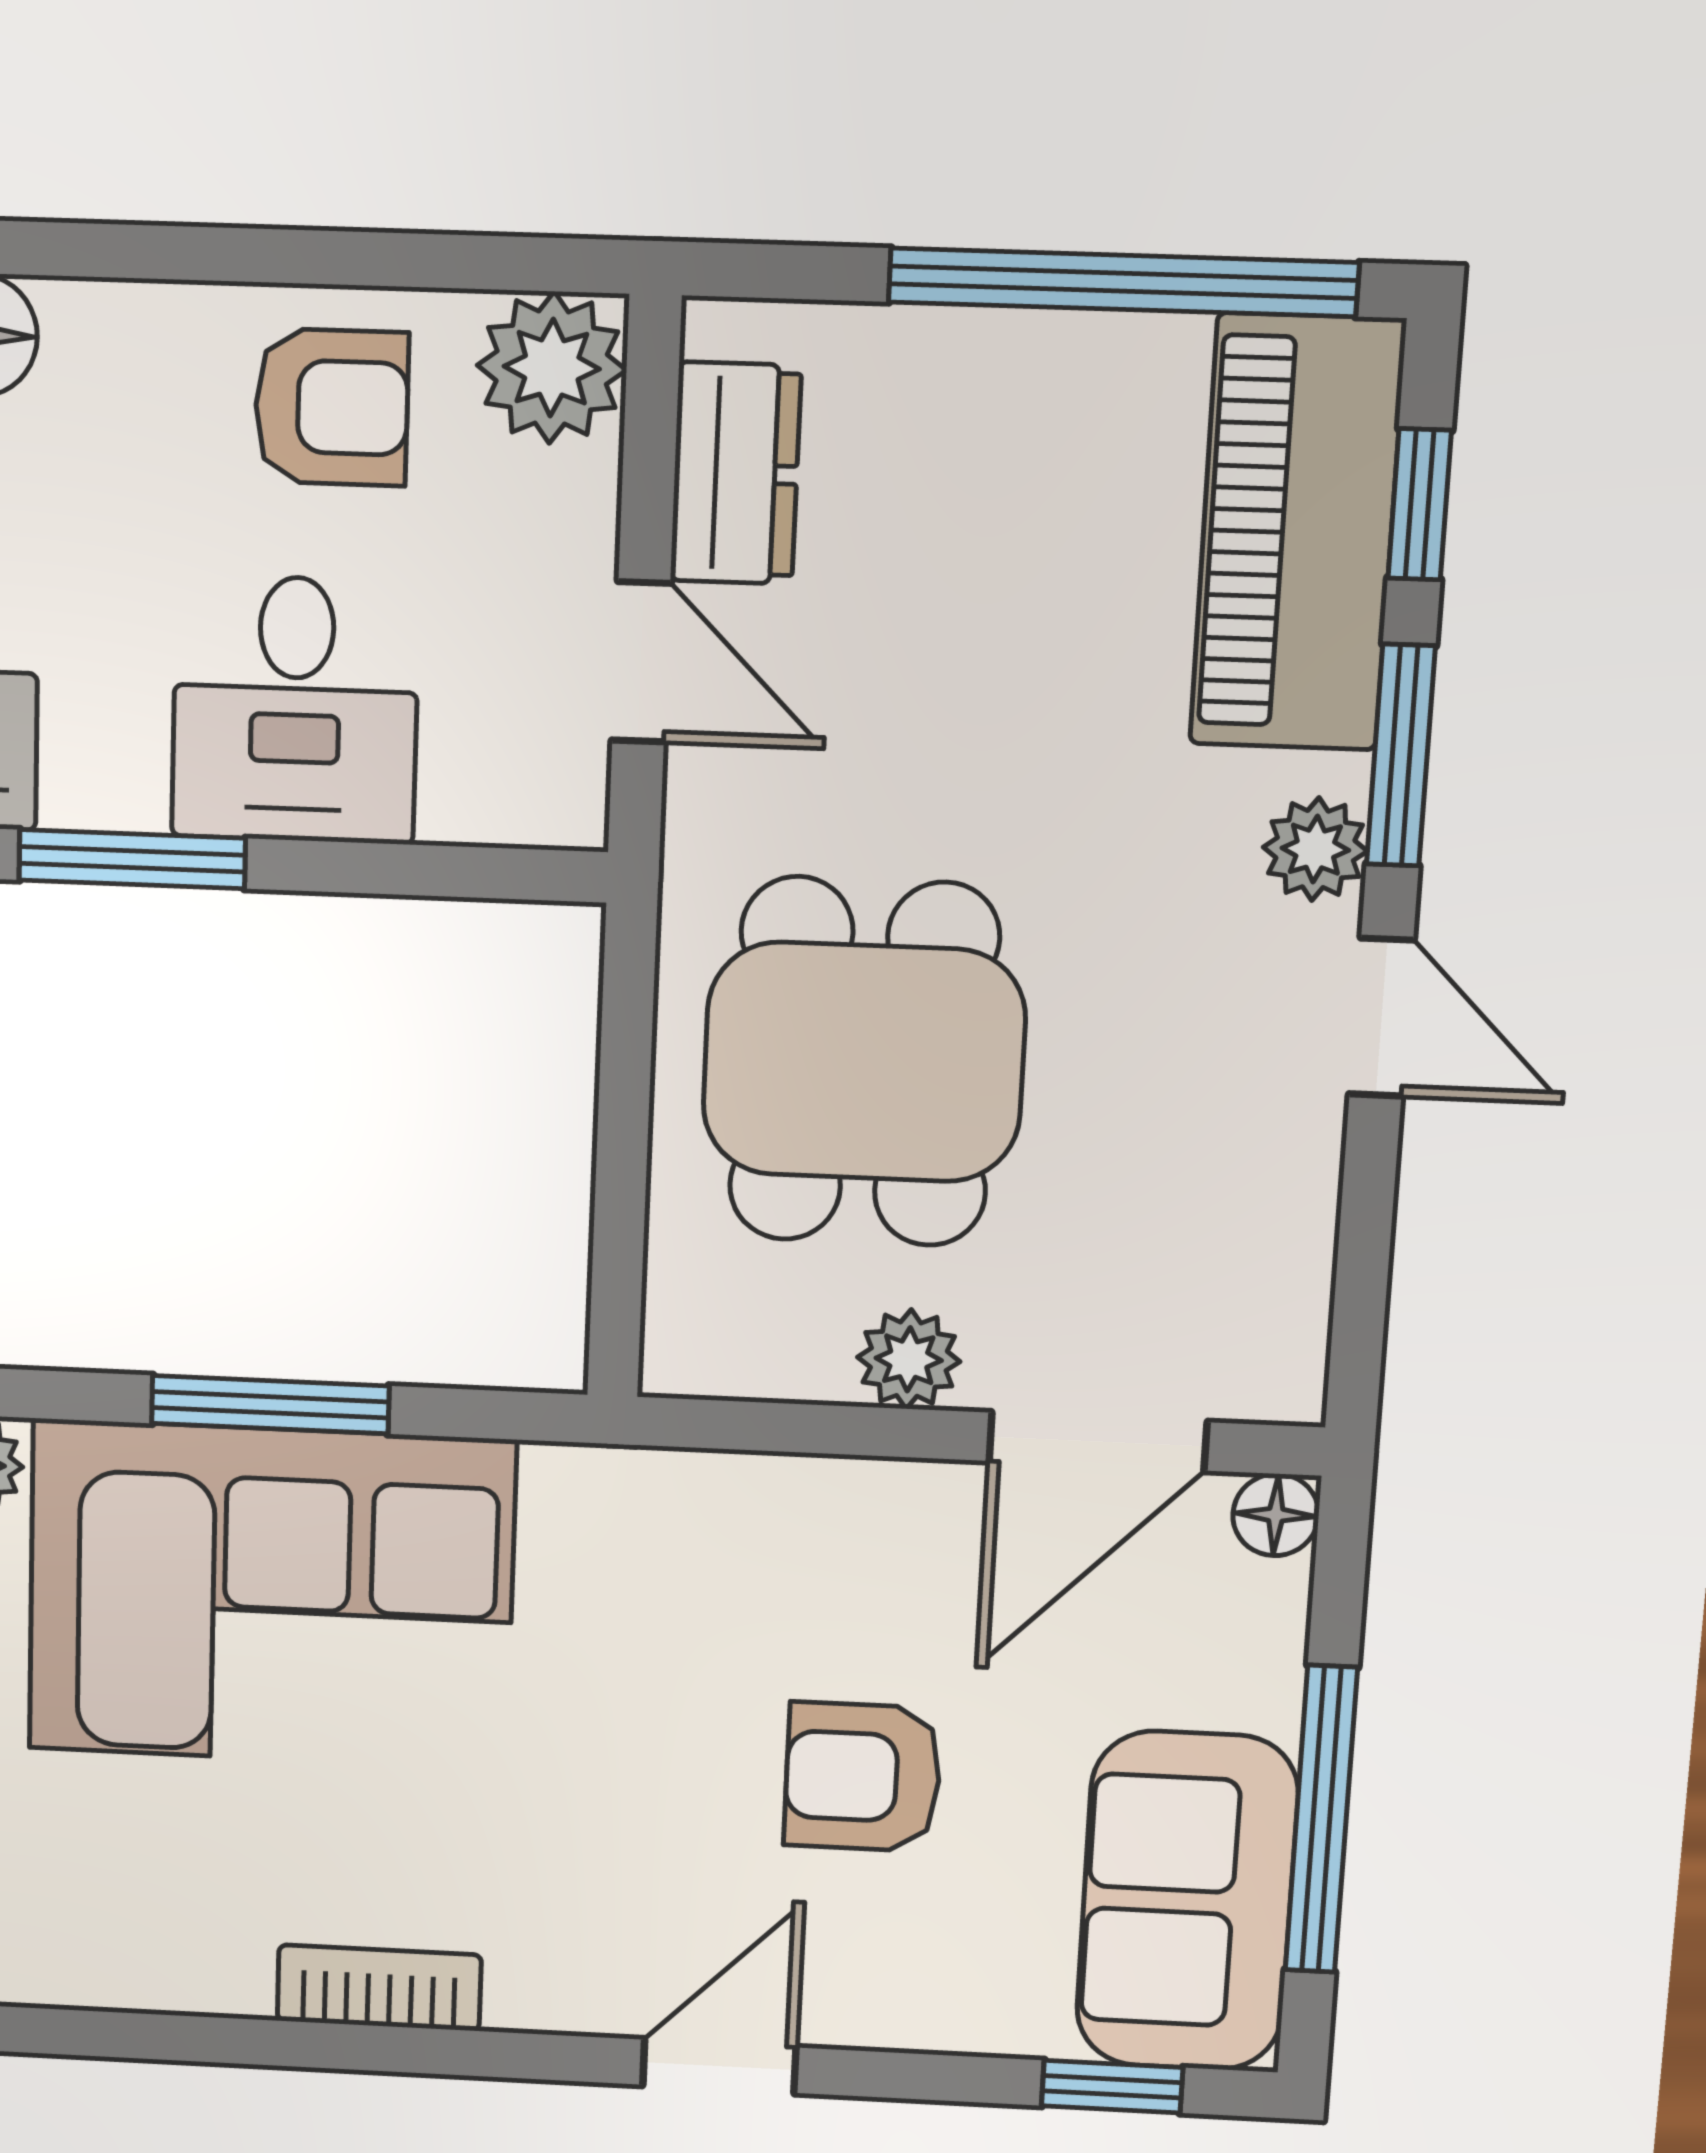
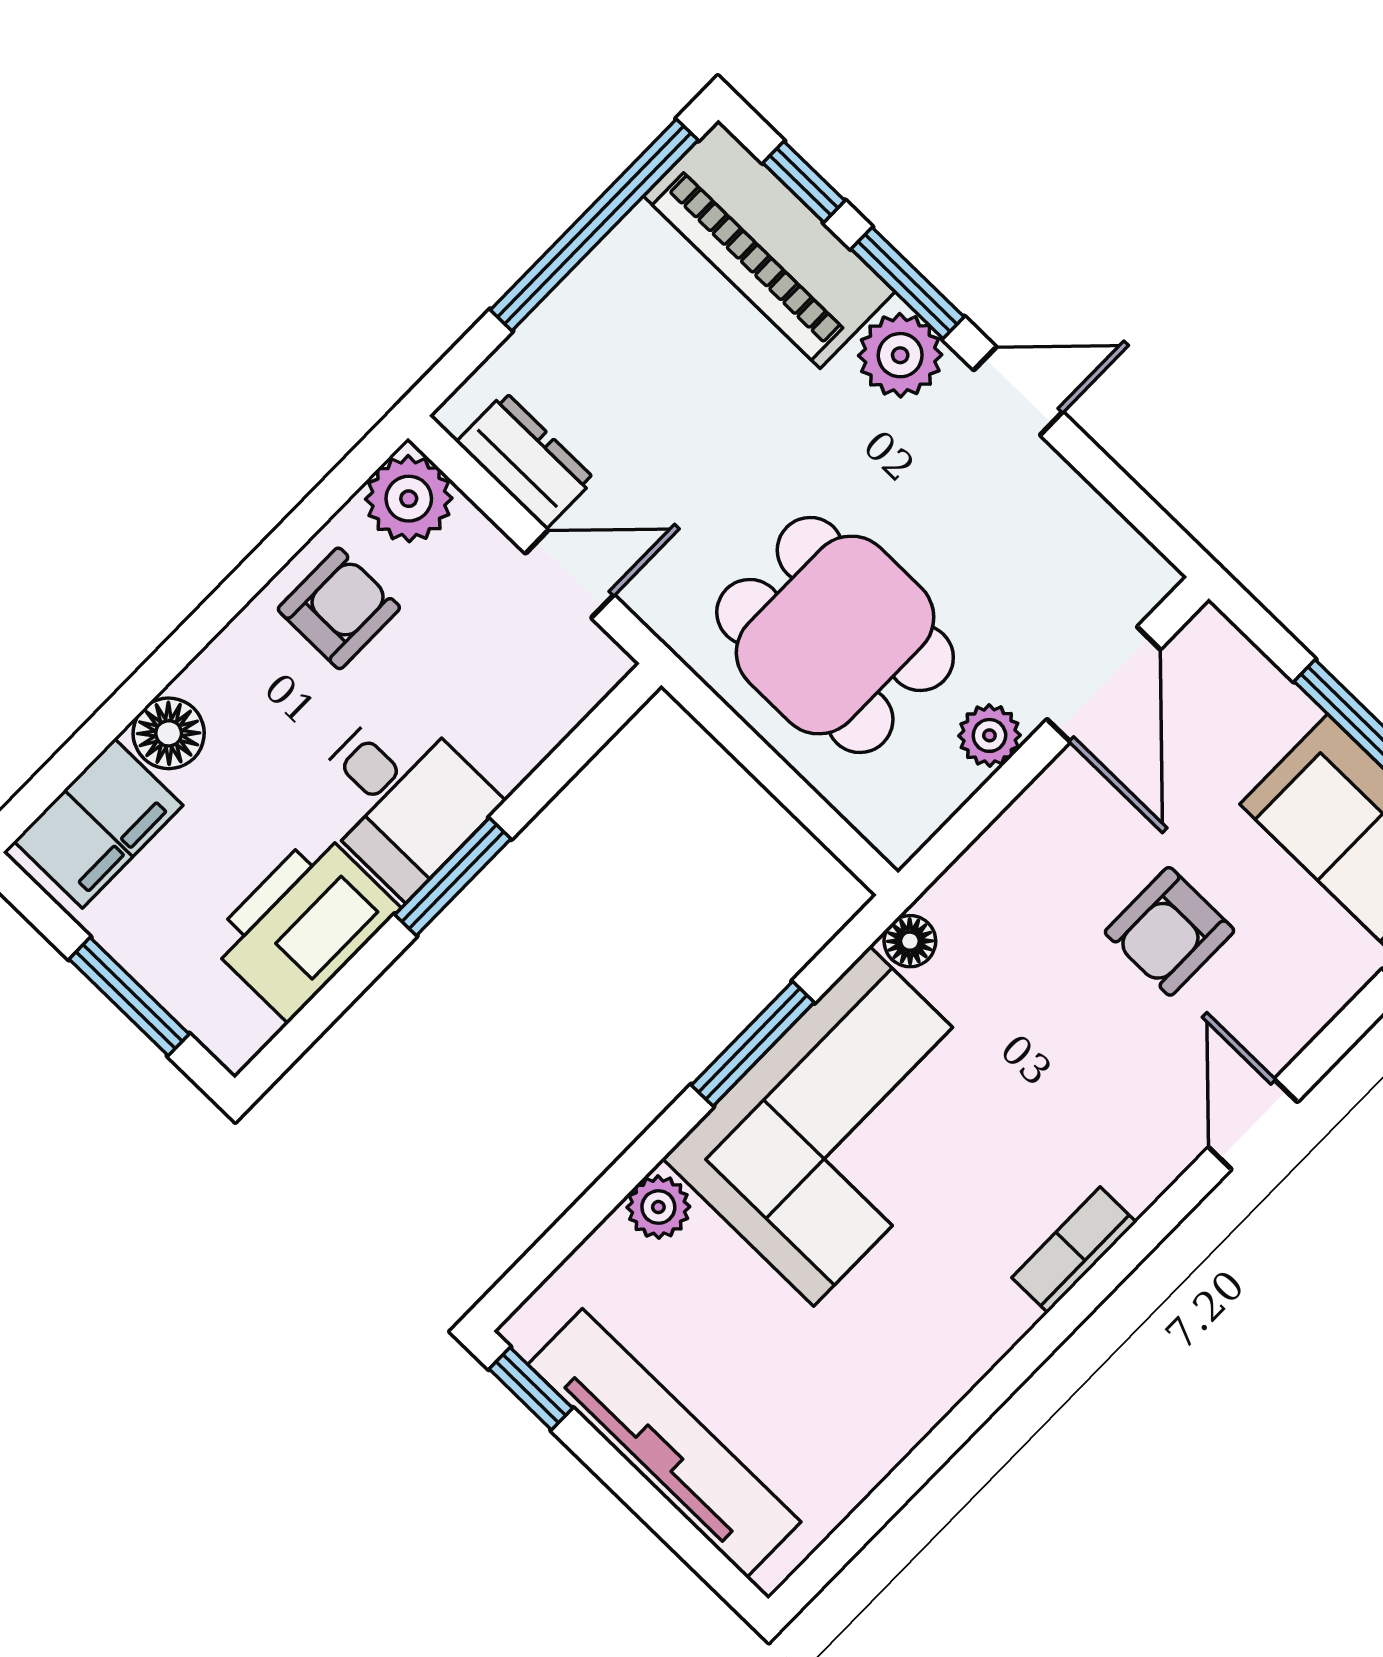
desk: (295, 710) -> (400, 798), moved
plant: (1315, 849) -> (900, 355), width x1.38, depth x1.38
floor lamp: (1276, 1515) -> (910, 941), moved

